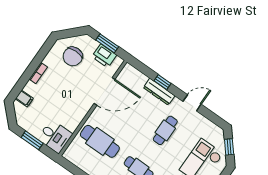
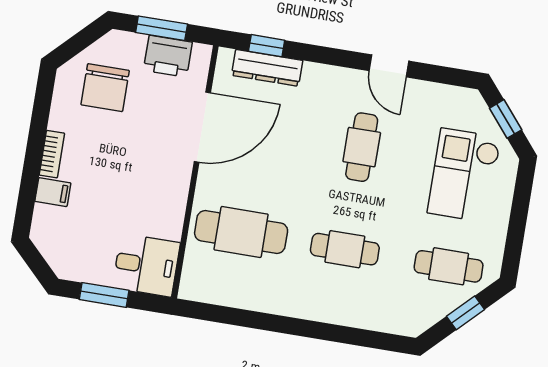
window: (163, 82) -> (267, 46), moved
dresser: (159, 92) -> (267, 68), moved
filing cabinet: (24, 99) -> (53, 192), moved
door: (192, 103) -> (389, 66), swing flipped

